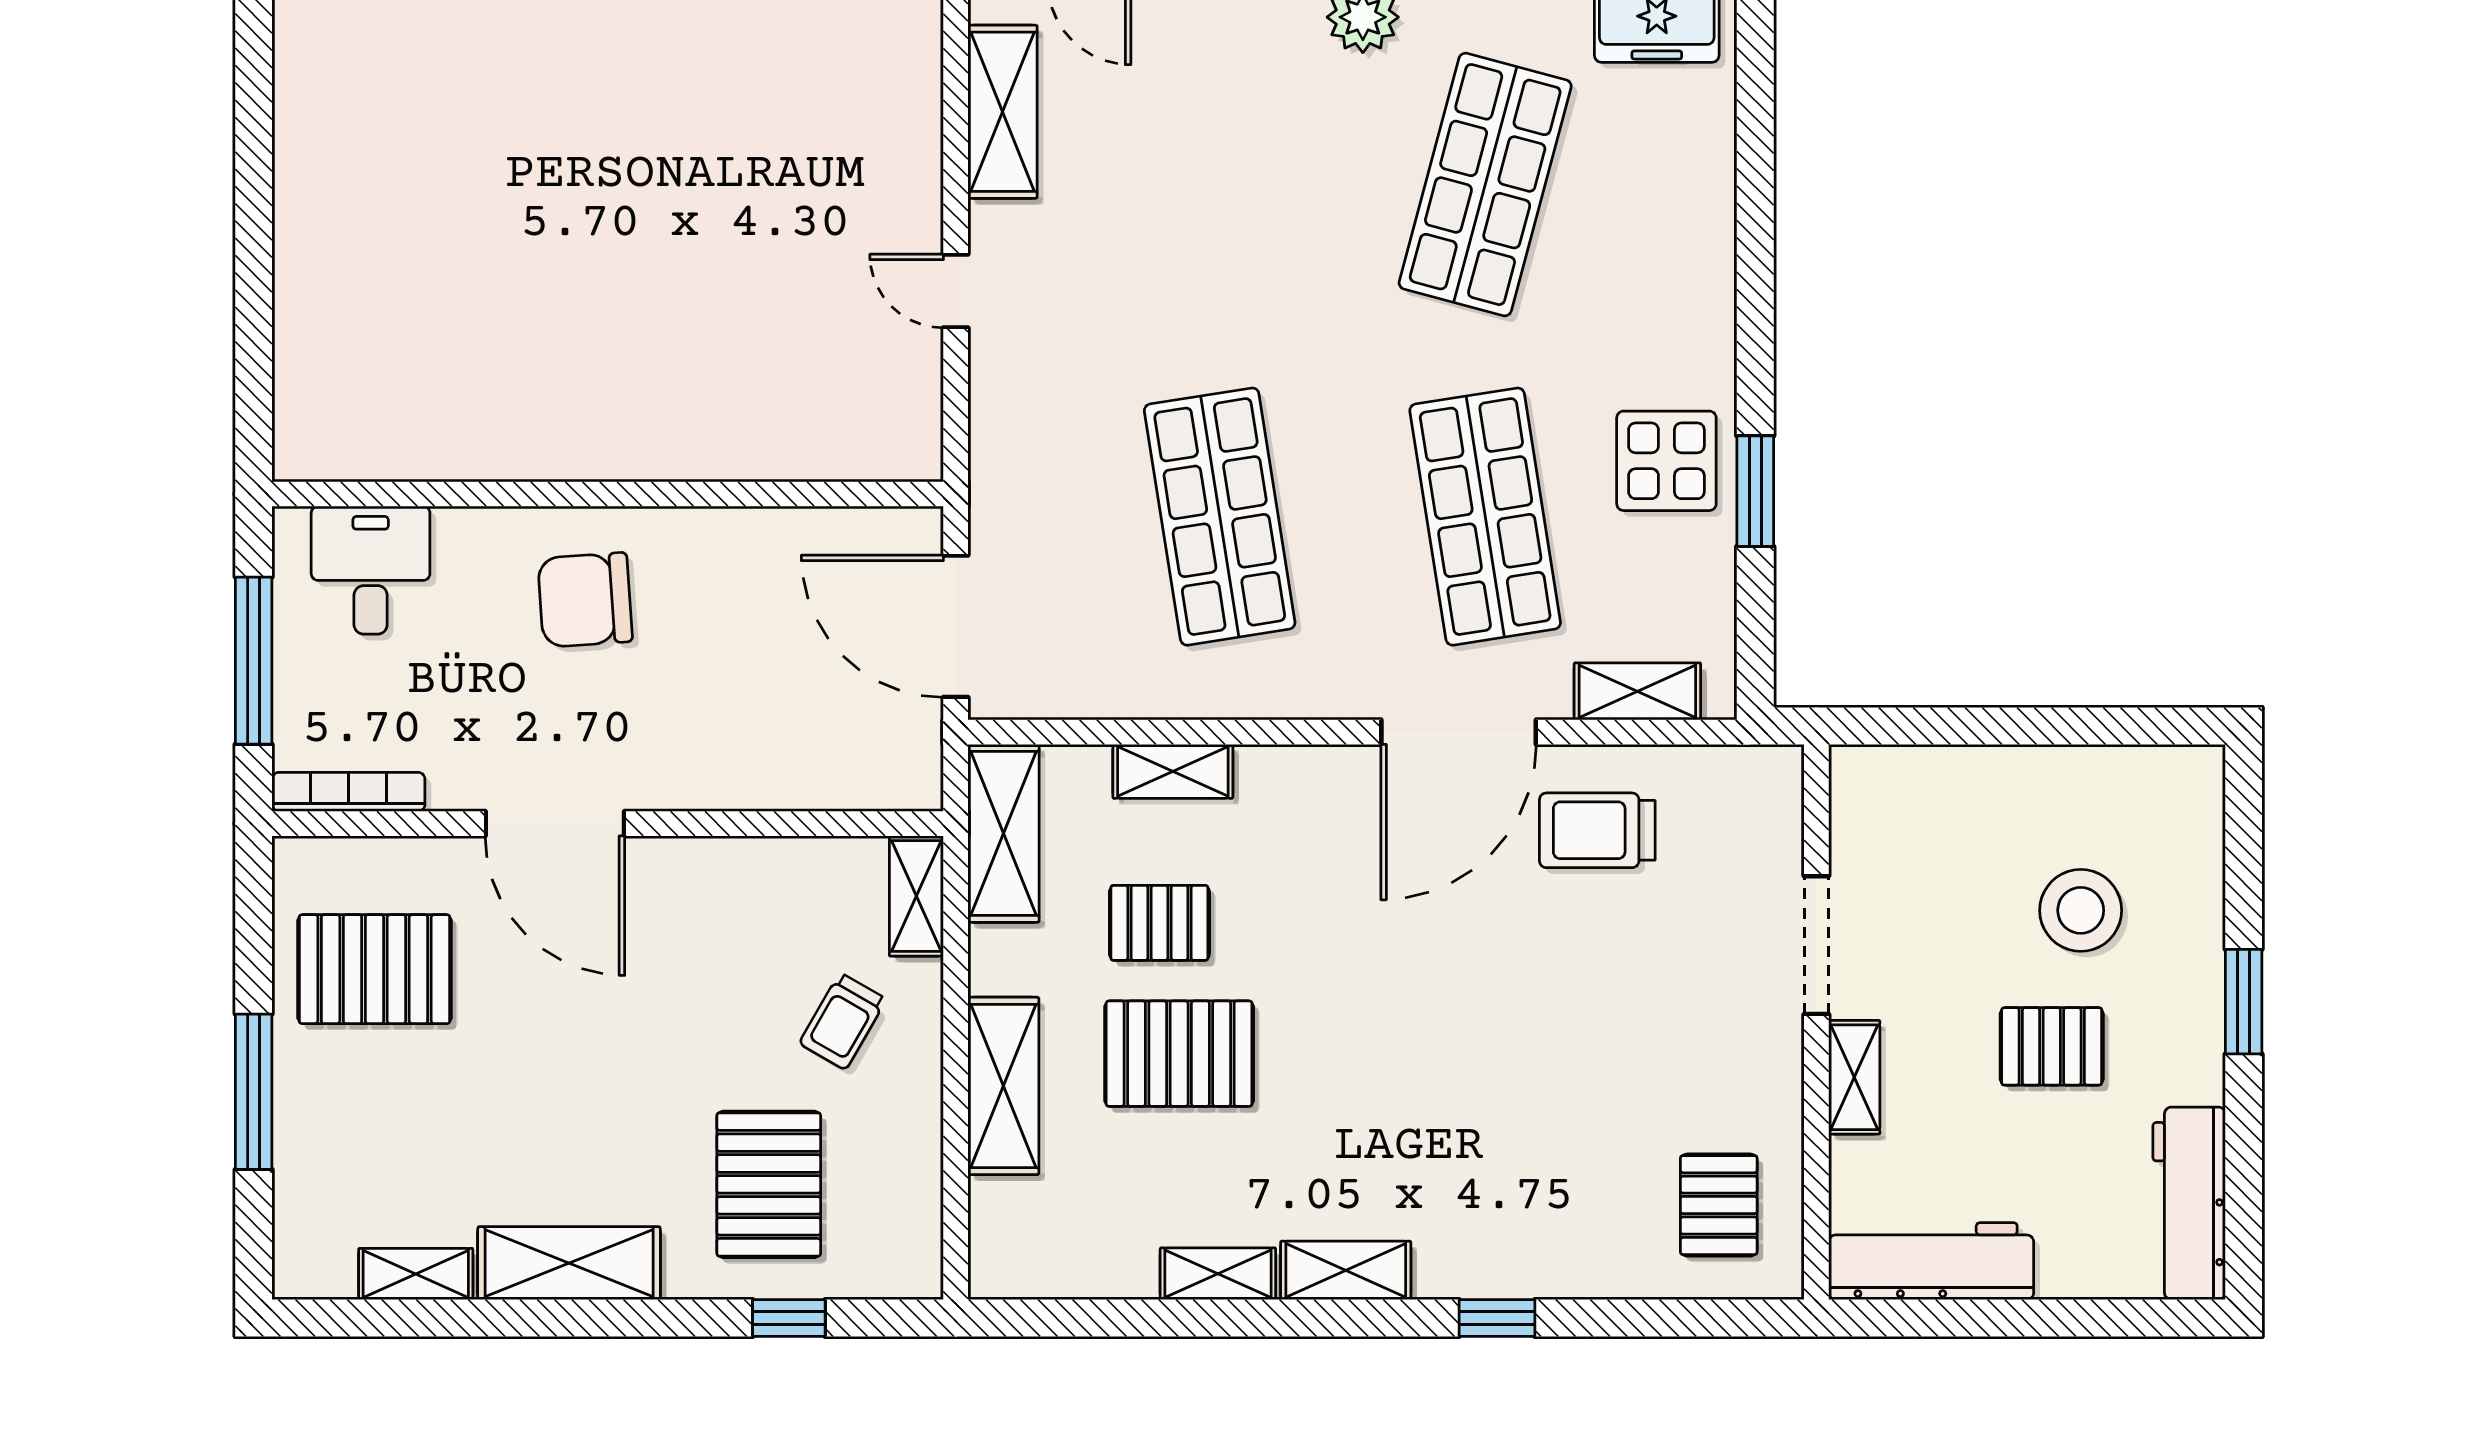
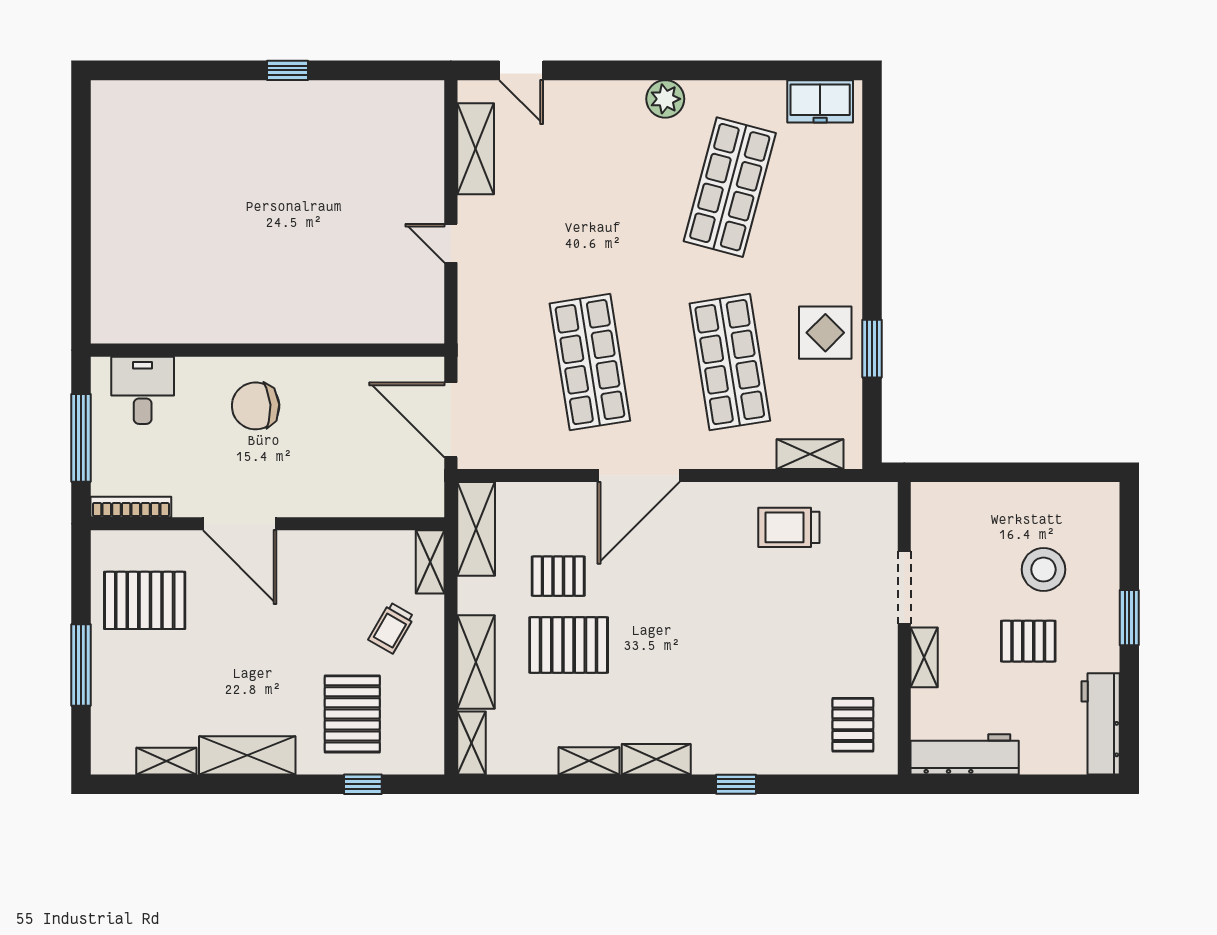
door: (1459, 732) -> (639, 476), moved
shelving: (1173, 771) -> (471, 743), moved, turned 90

